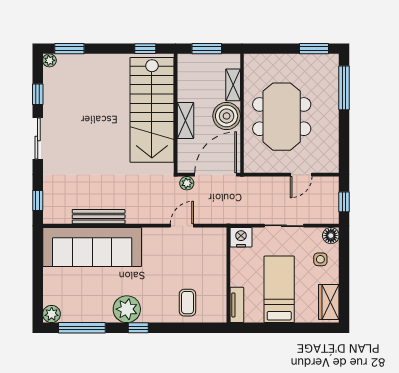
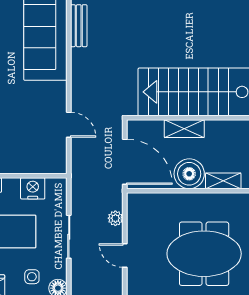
meeting table: (282, 117) -> (204, 254), moved
plant: (187, 183) -> (115, 218), moved
bench: (99, 217) -> (79, 26), width x0.73
nightstand: (241, 237) -> (33, 188), moved, turned -90

